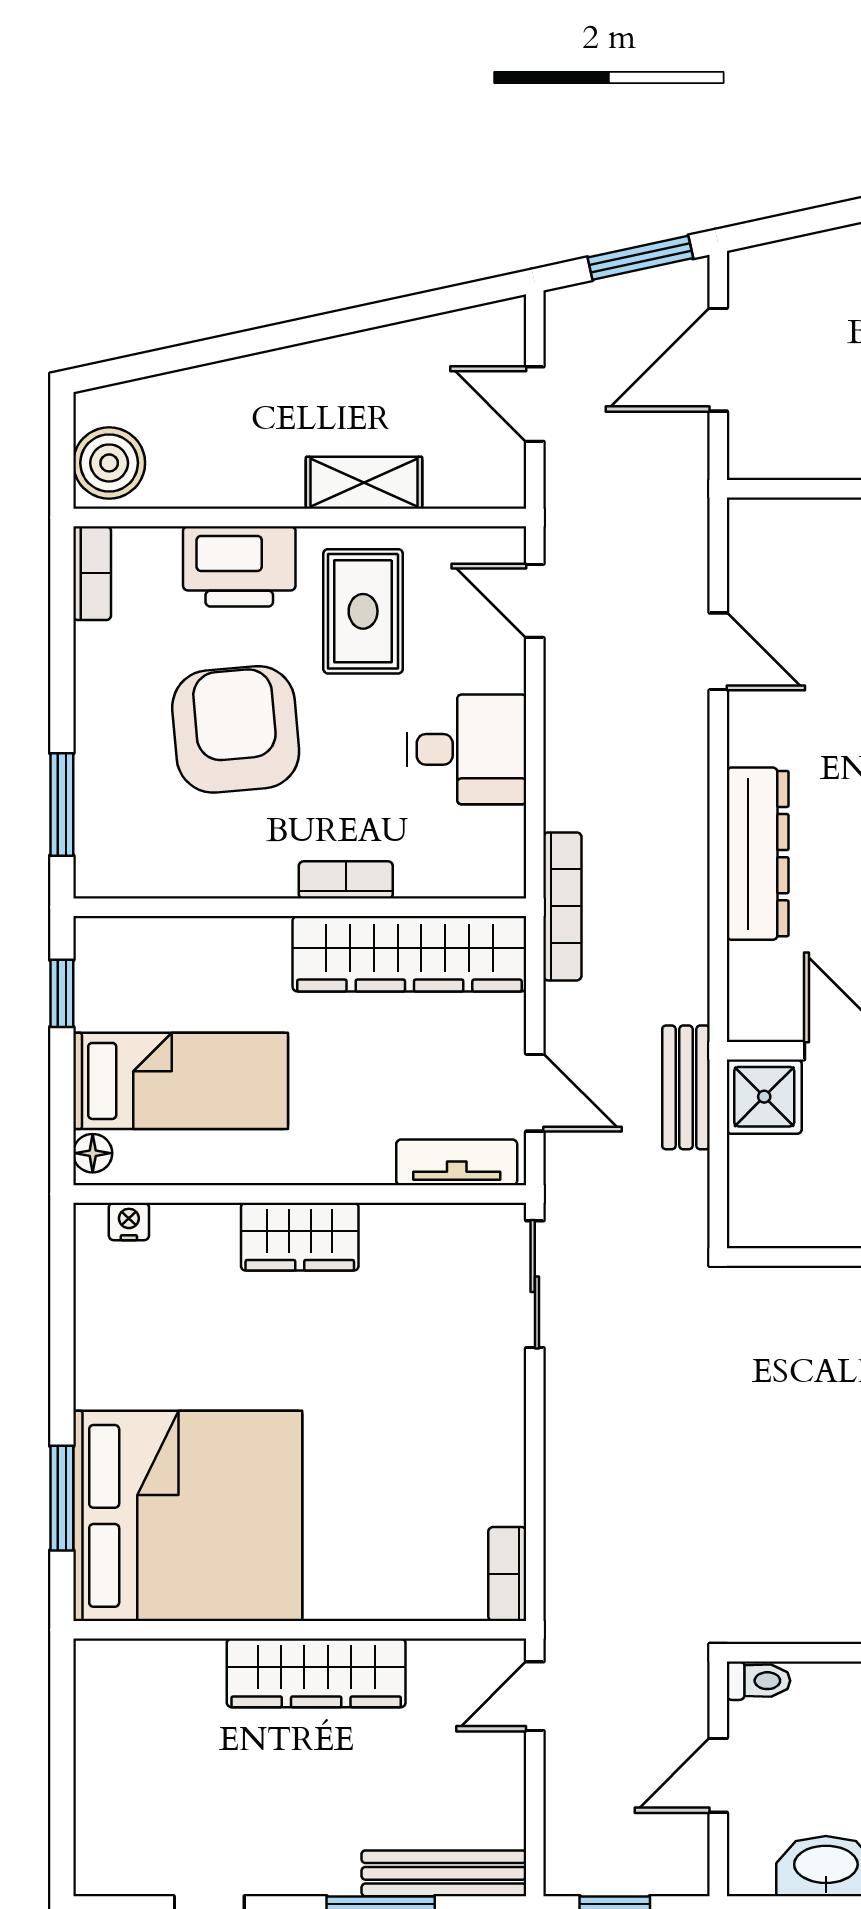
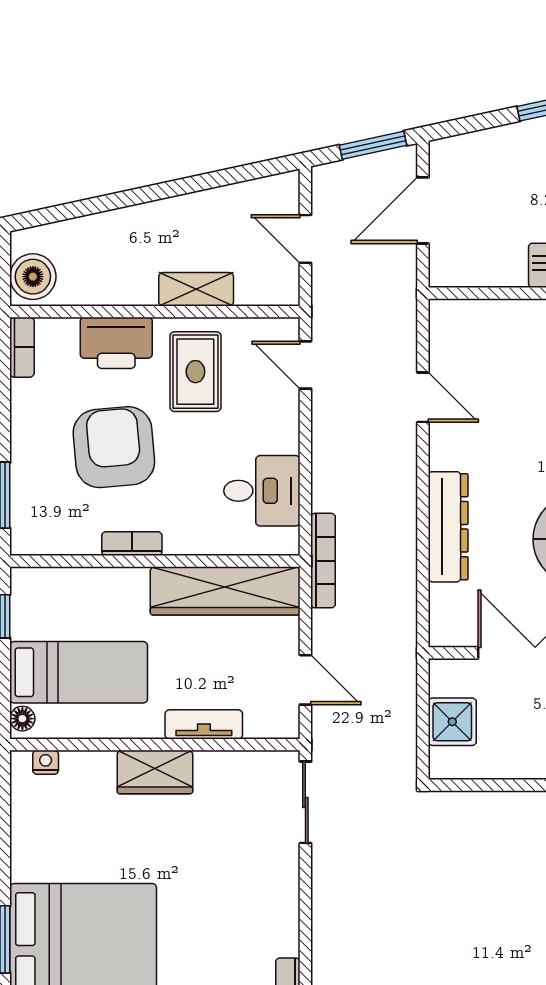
desk: (467, 749) -> (262, 491), moved
bookcase: (346, 880) -> (132, 544), moved
bench: (686, 1087) -> (402, 676), removed
shower: (764, 1097) -> (452, 722), moved
tv unit: (457, 1162) -> (204, 724), moved

